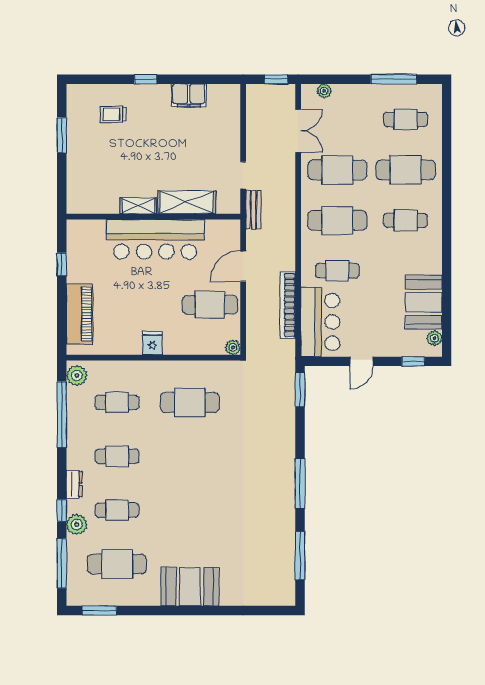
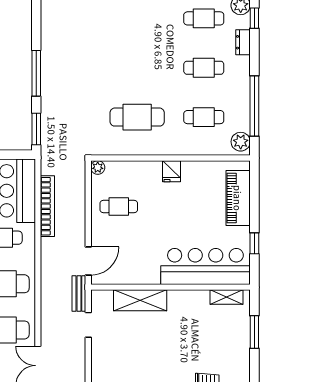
window: (62, 135) -> (254, 332), moved
shelving: (138, 206) -> (227, 297), moved
bar counter: (155, 239) -> (205, 266), moved
door: (243, 266) -> (88, 261), moved
cafe table: (210, 305) -> (119, 206), width x0.73, depth x0.74
window: (300, 483) -> (36, 73), moved

